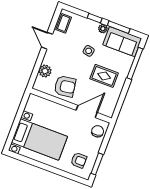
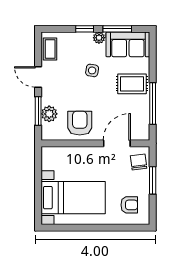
window: (135, 63) -> (153, 104), moved
window: (38, 66) -> (38, 111), added
rug: (104, 76) -> (132, 84), moved
armchair: (65, 86) -> (80, 123), turned -82
window: (97, 164) -> (153, 180), moved

